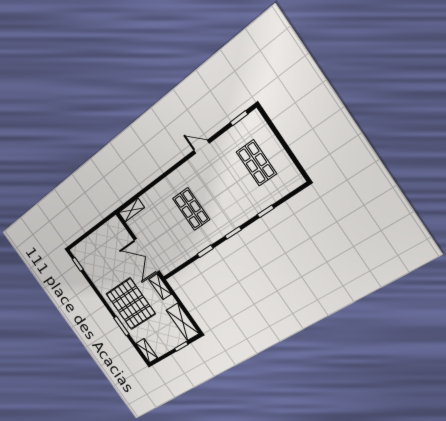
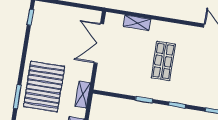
shelving: (132, 210) -> (137, 23), moved
double door: (147, 256) -> (99, 43), moved

